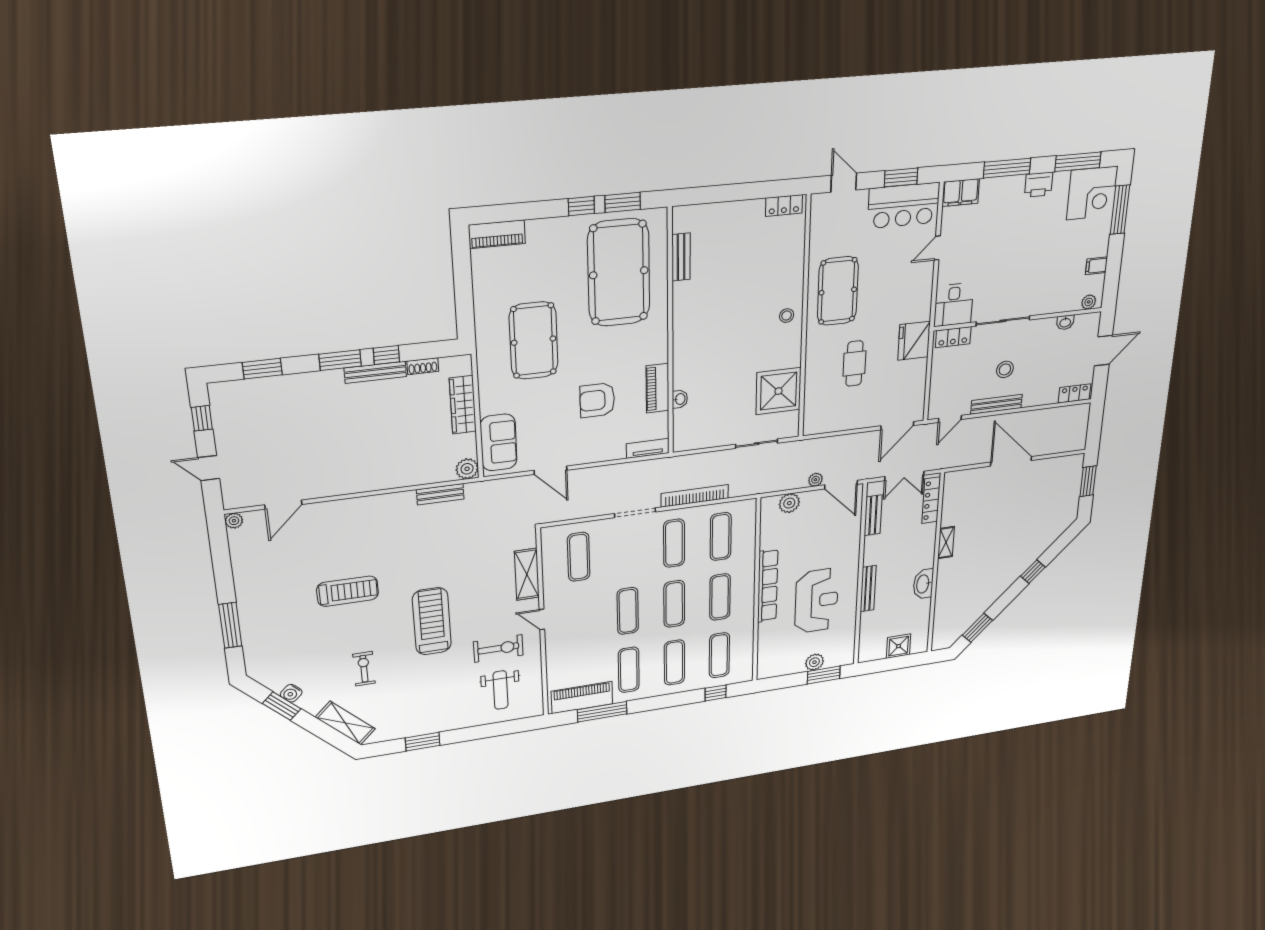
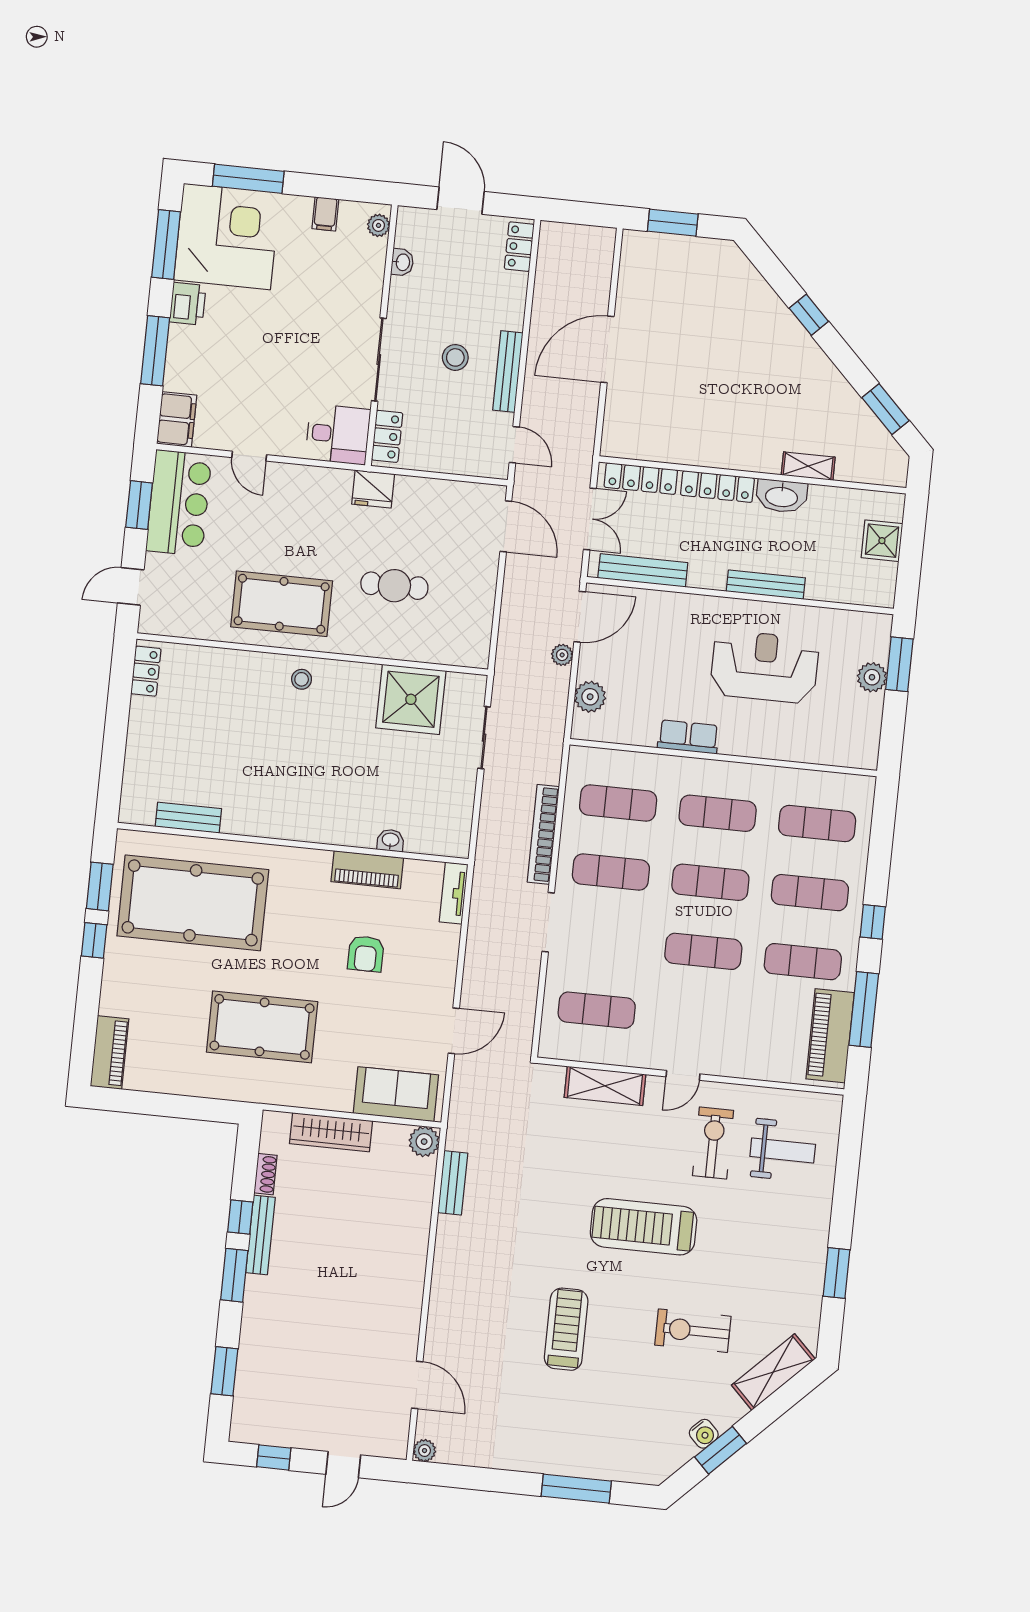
corner desk: (1092, 193) -> (227, 237), width x1.36, depth x1.36
fridge: (914, 341) -> (373, 489), width x0.73, depth x0.75
armchair: (597, 400) -> (366, 954), width x0.72, depth x0.72
bench: (873, 515) -> (643, 570), width x1.36
shelving: (946, 543) -> (808, 466), moved
locker: (928, 546) -> (717, 487), added
row of seats: (768, 586) -> (688, 737), width x0.50
exercise bike: (364, 669) -> (693, 1331), width x1.38, depth x1.39
window: (716, 693) -> (873, 922), moved

